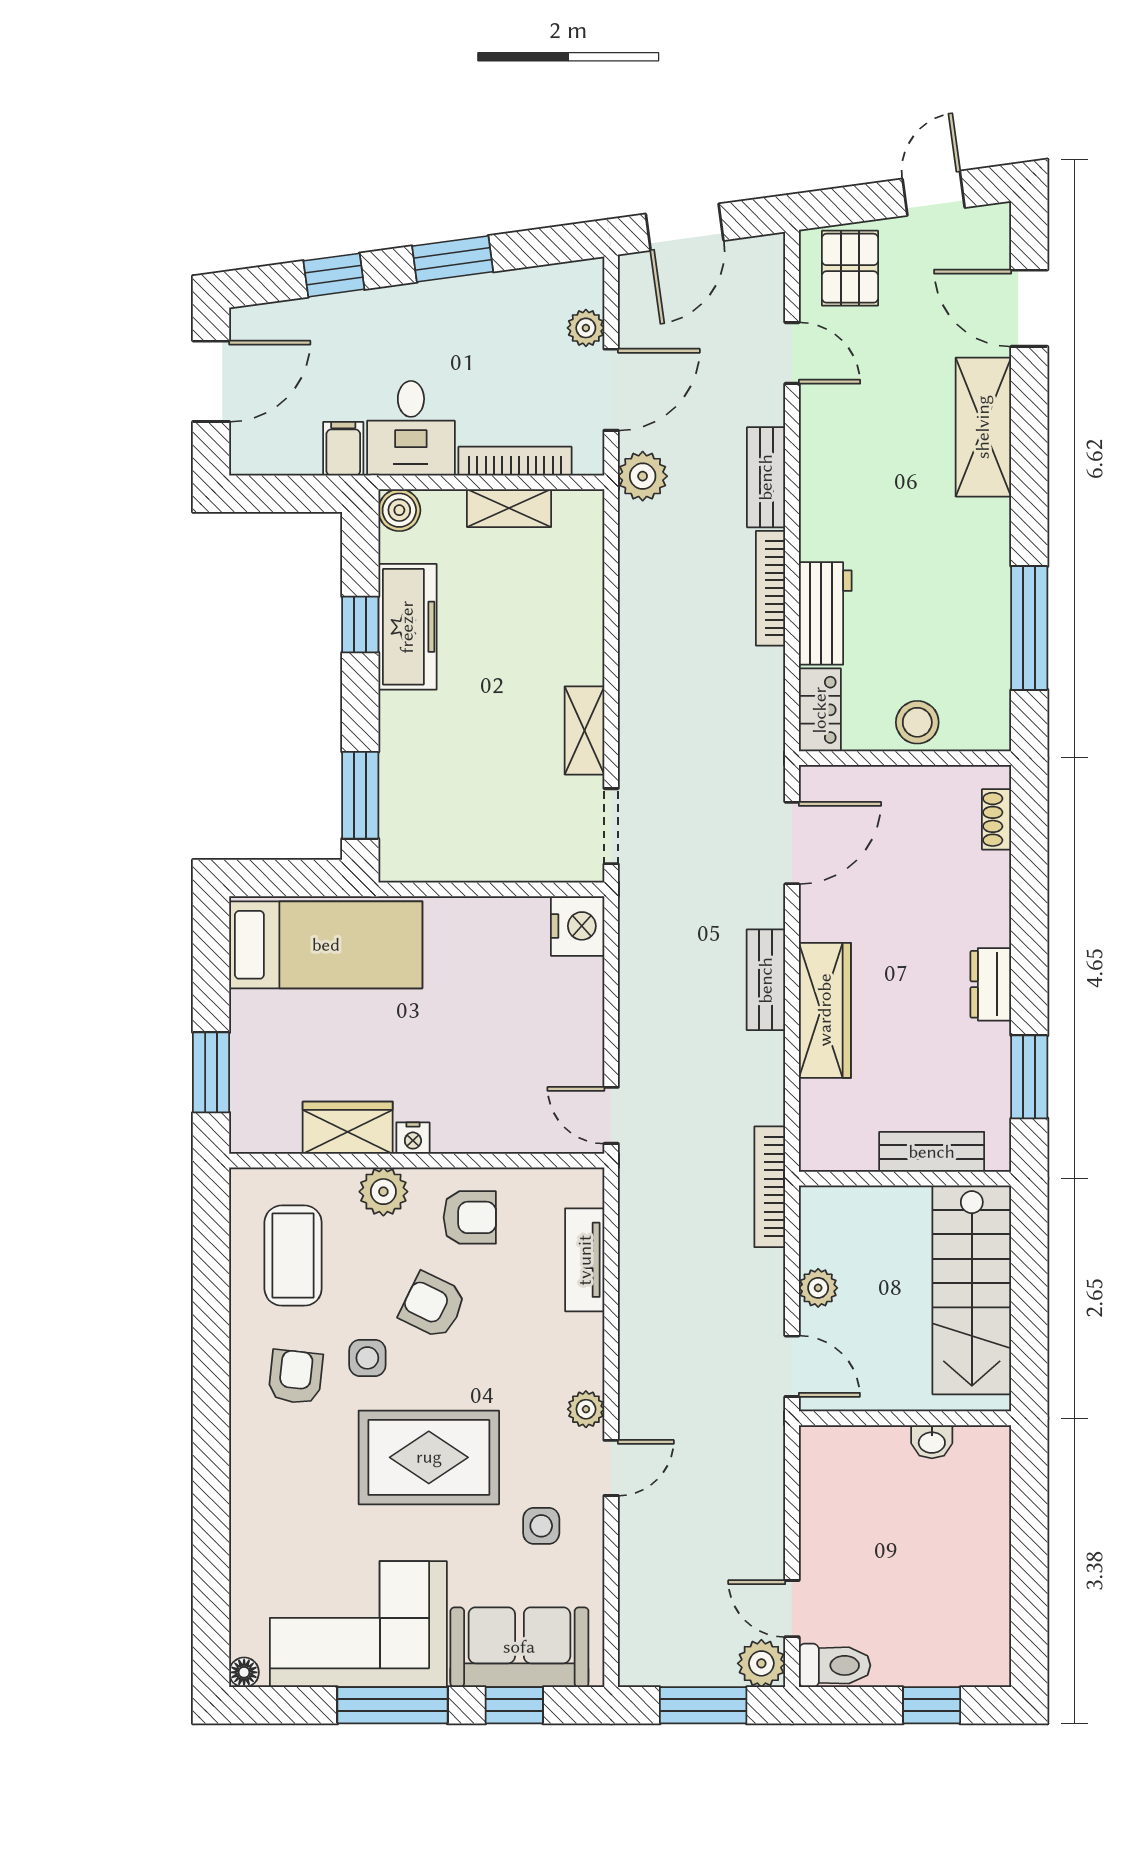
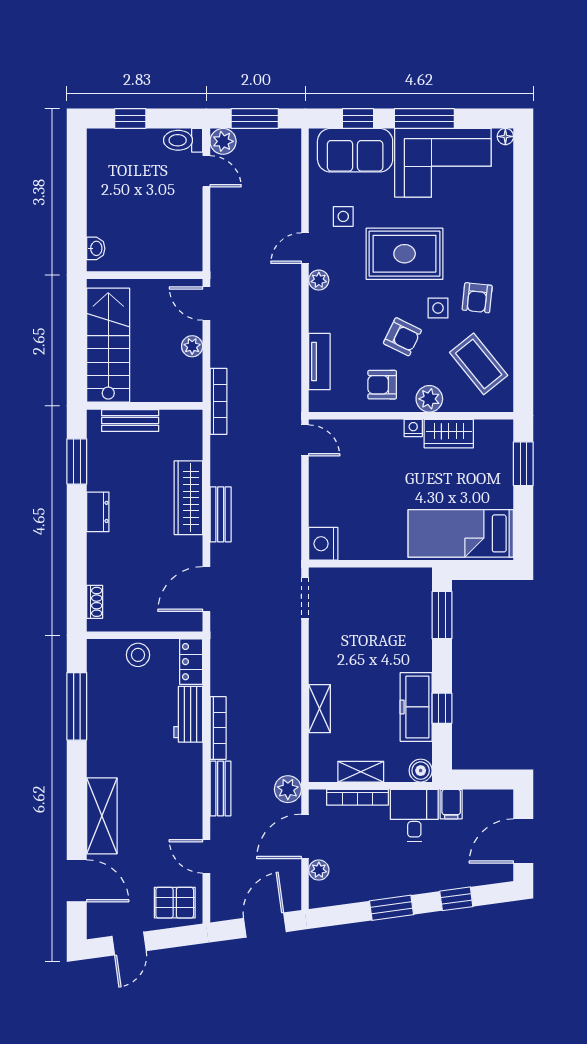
pallet: (850, 268) -> (175, 903), turned 90
shelving: (585, 730) -> (320, 709), moved
coffee table: (293, 1256) -> (479, 364), turned -39
washbasin: (932, 1442) -> (96, 248), moved, turned 90

